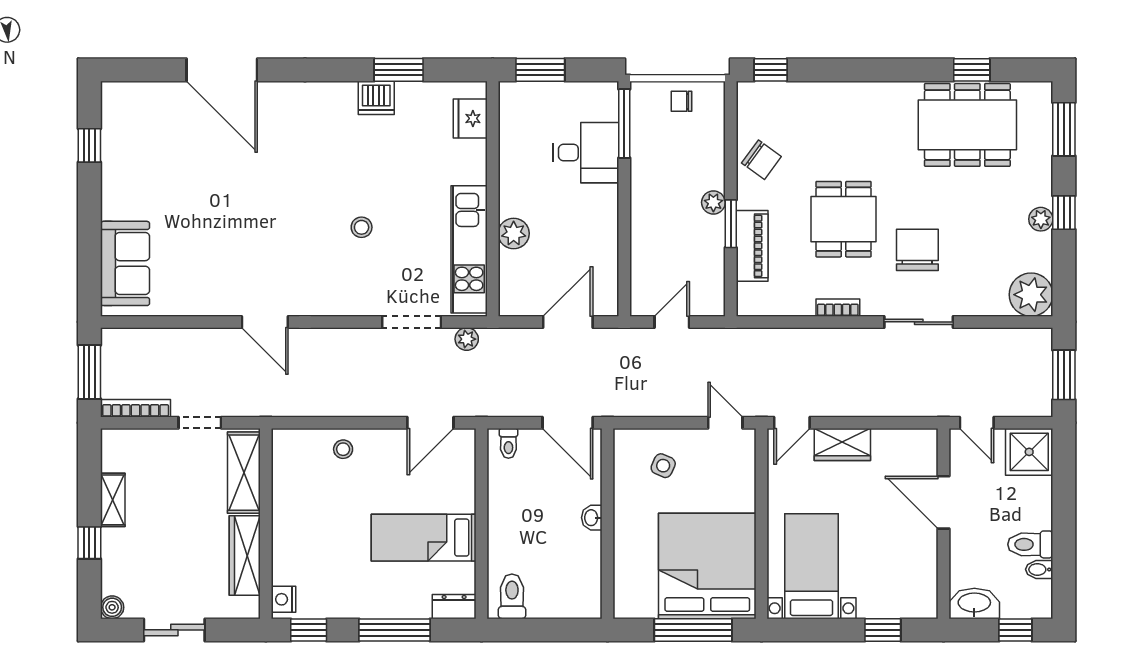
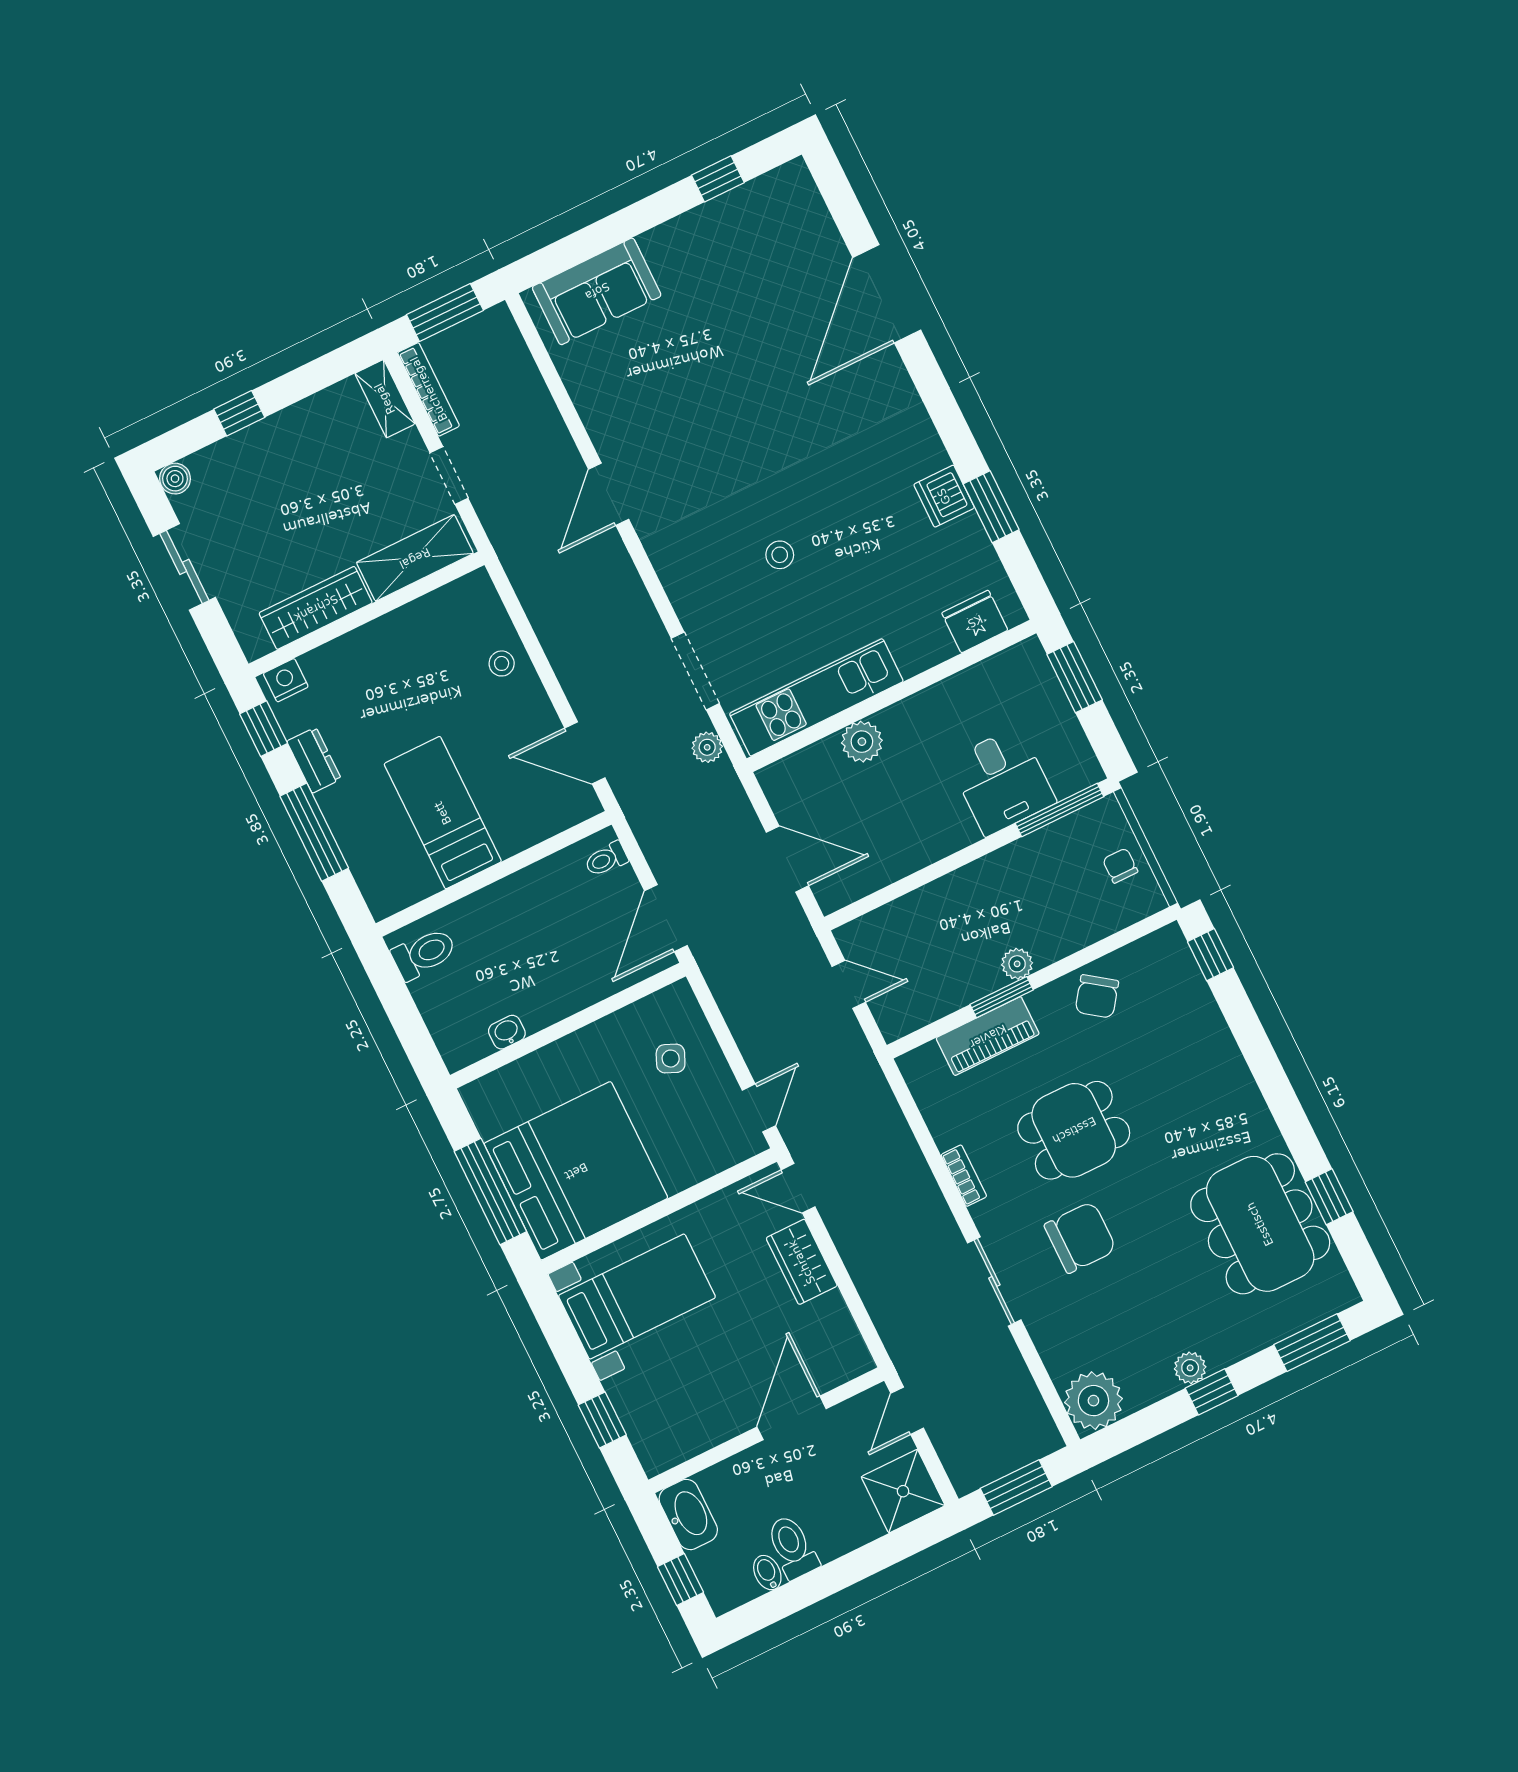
shelving: (113, 500) -> (385, 399), moved, turned 90
washbasin: (592, 518) -> (507, 1032), moved
dresser: (454, 607) -> (314, 760), moved

